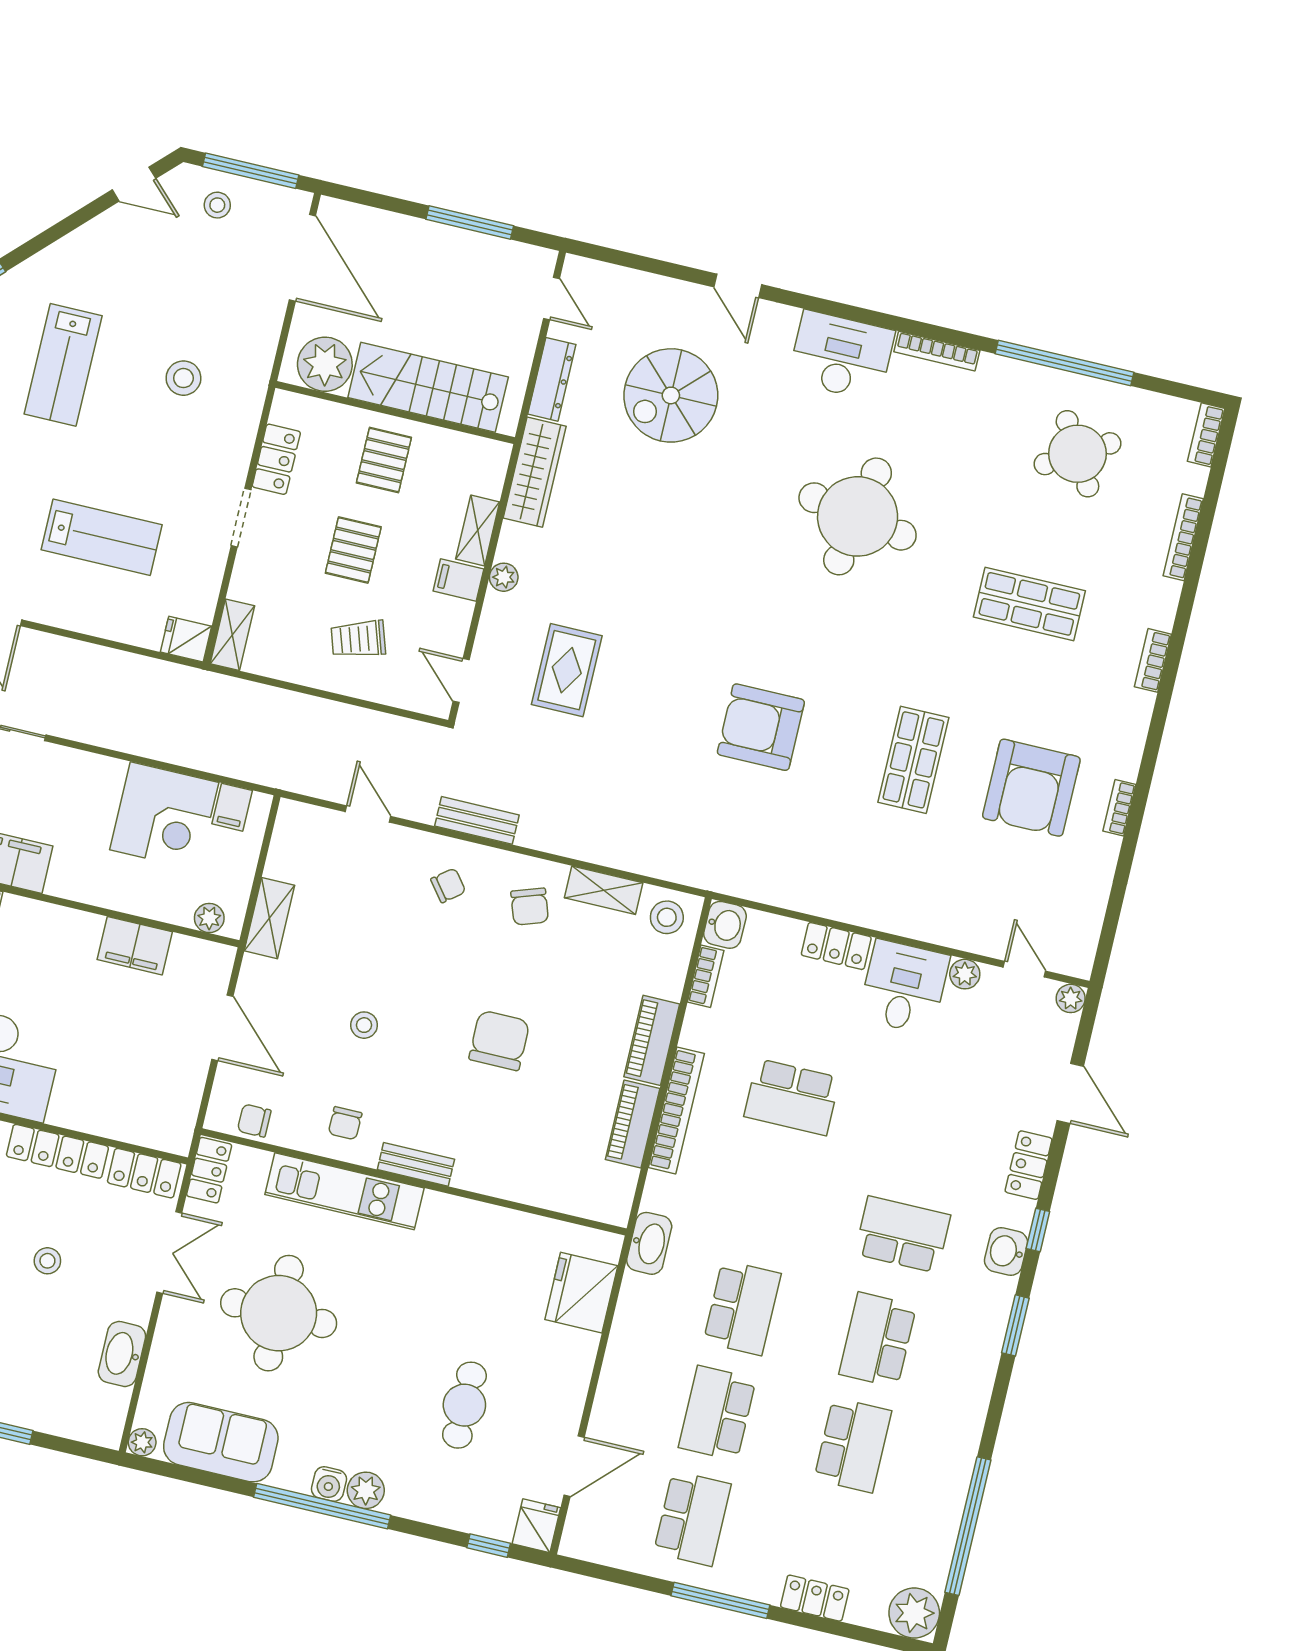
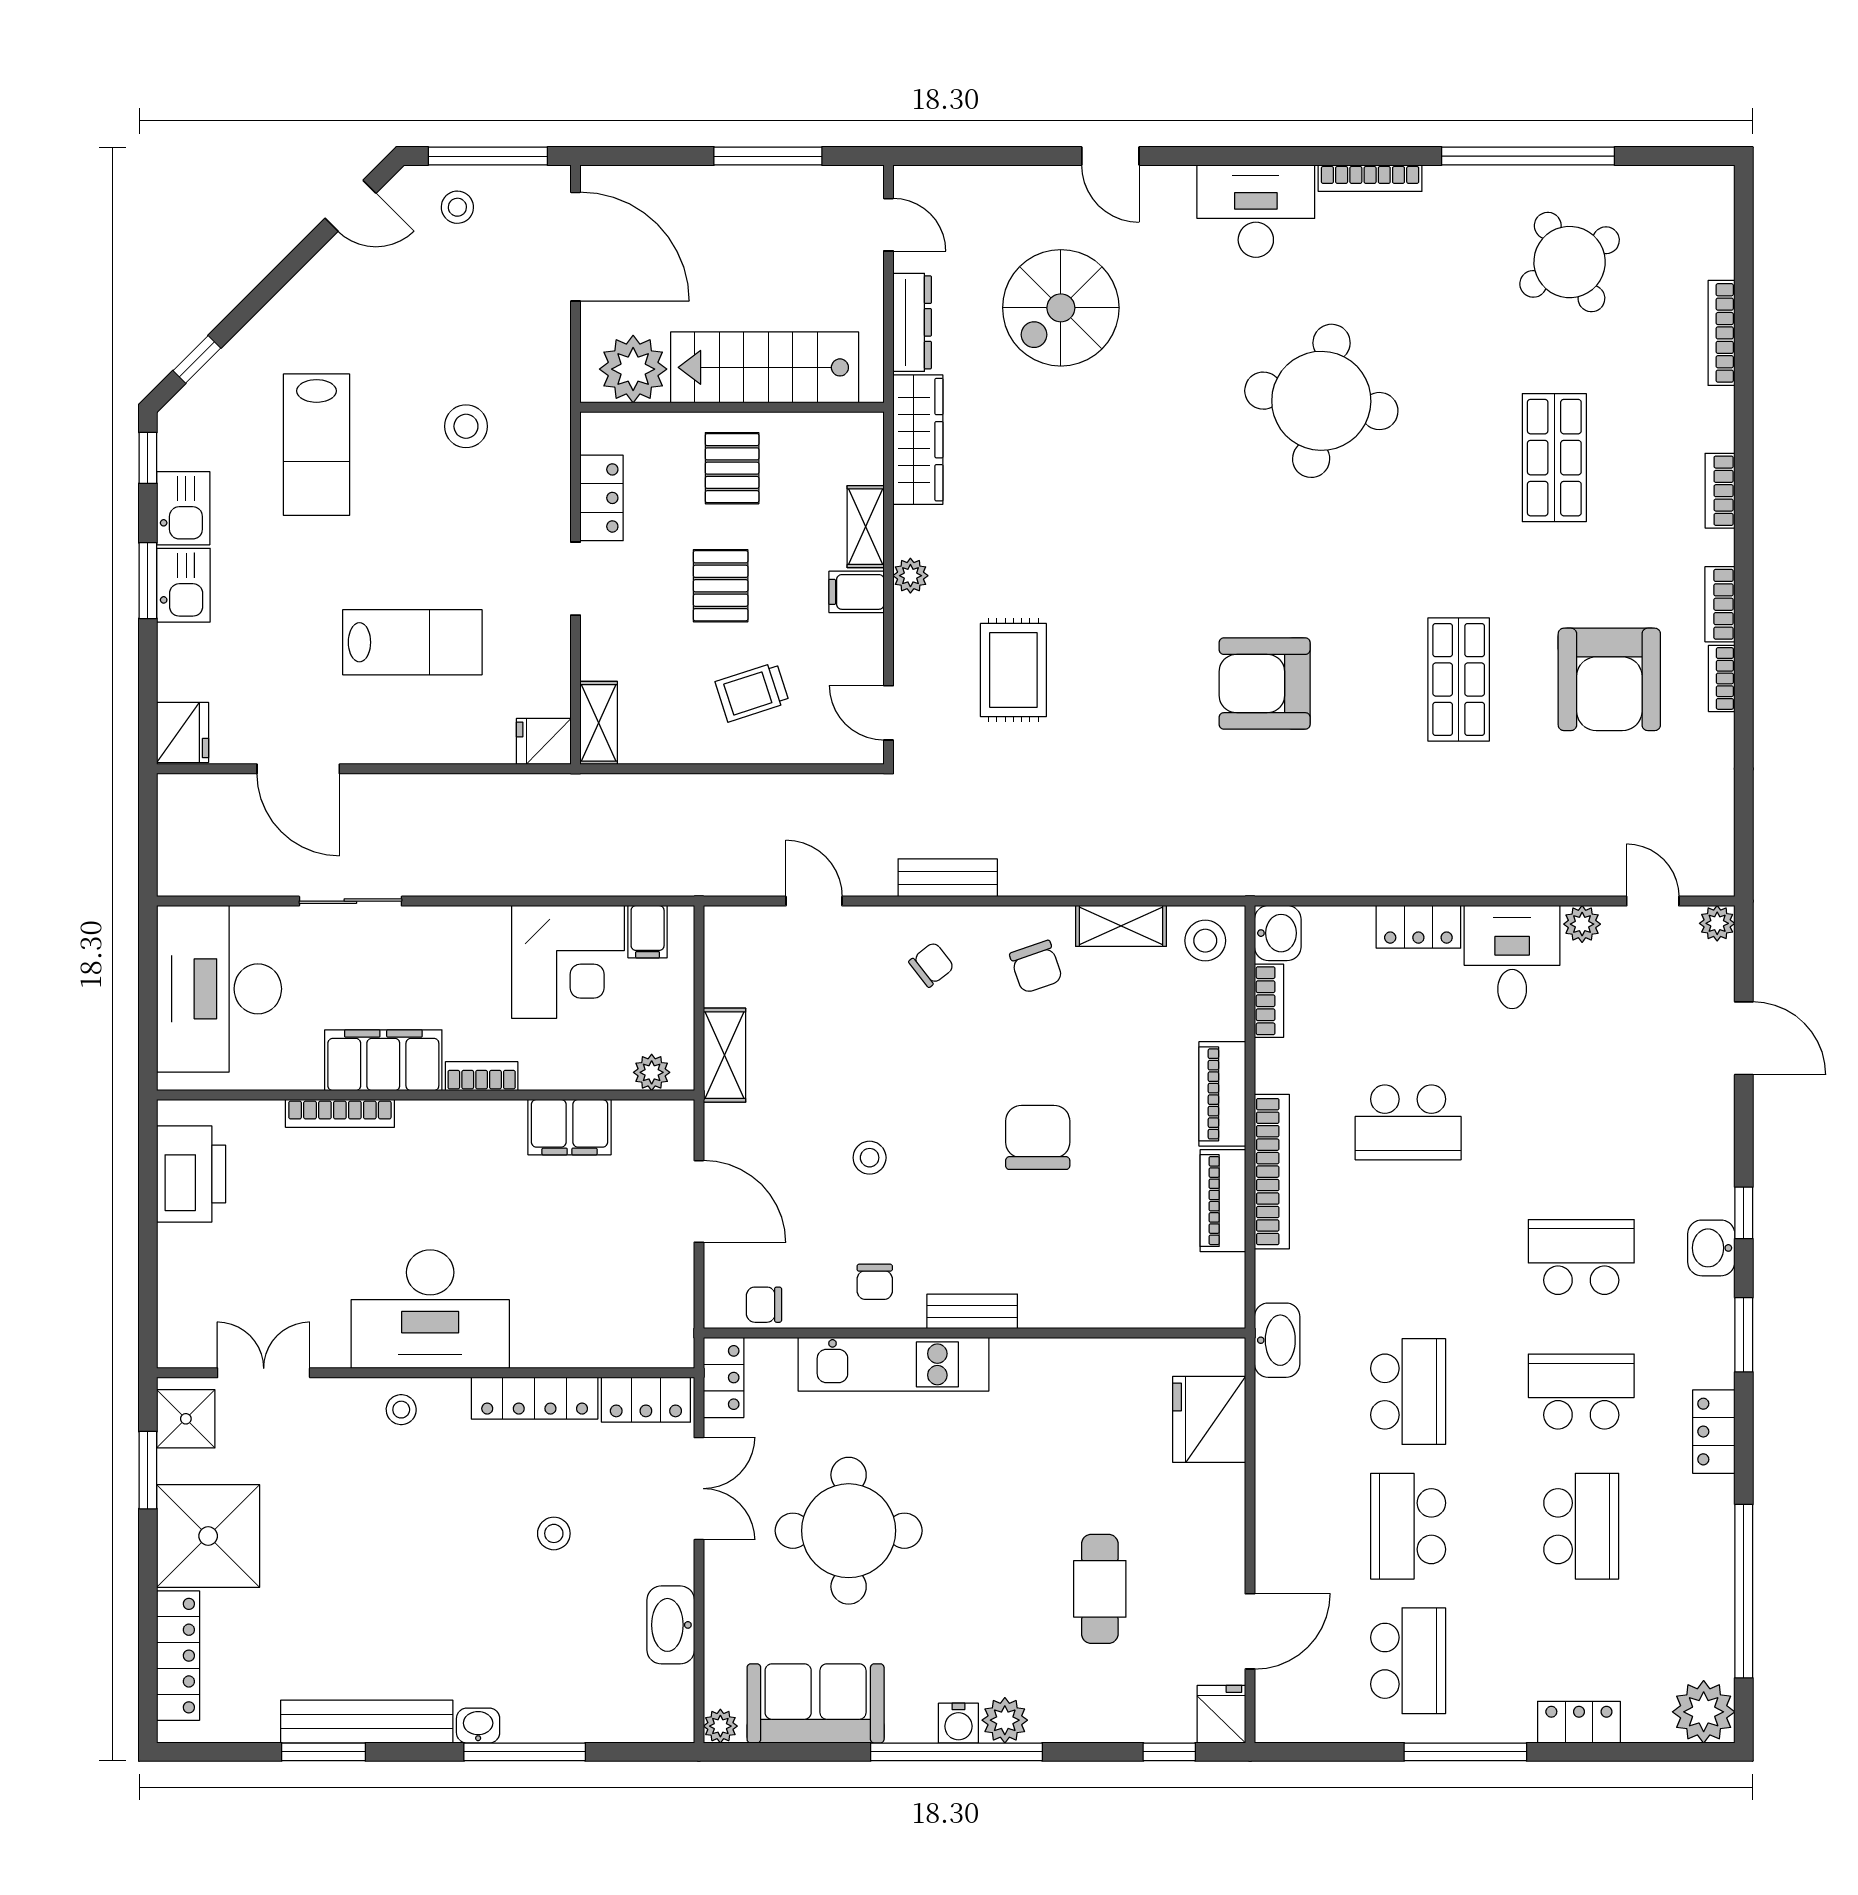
bookcase: (1206, 435) -> (1720, 604), moved
shop shelf: (1029, 604) -> (1554, 458), turned 90
bookcase: (75, 890) -> (482, 1076), added
locker: (1029, 1165) -> (1714, 1432), moved
school desk: (878, 1340) -> (1581, 1392), turned 90

